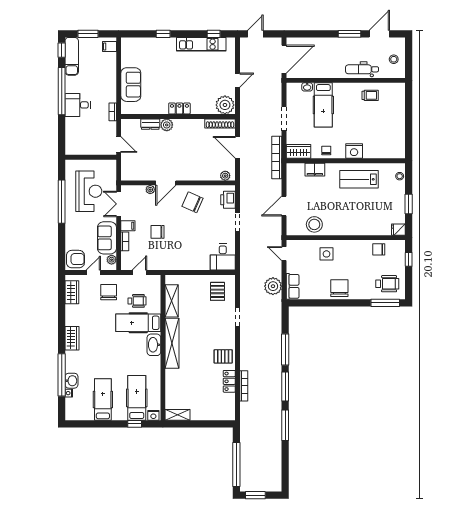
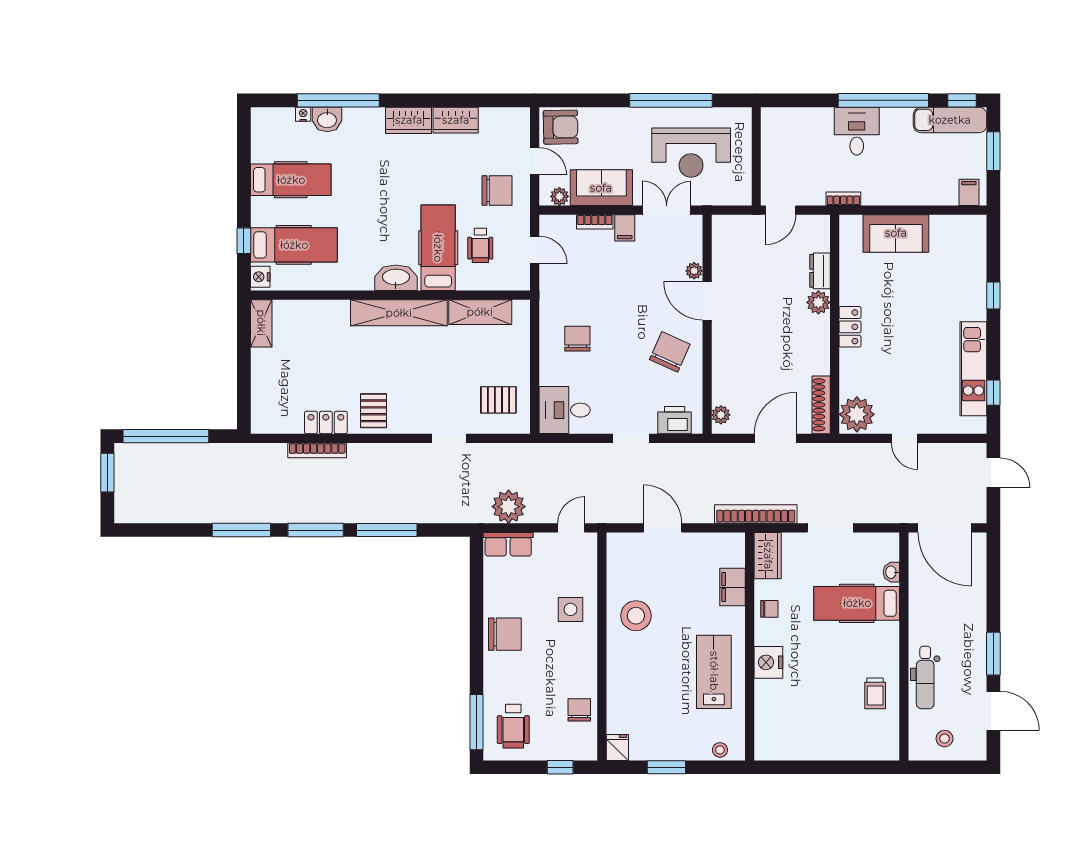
dental chair: (362, 69) -> (925, 678), turned 180
stool: (314, 224) -> (636, 616), moved
chair: (158, 232) -> (577, 339), moved
armchair: (75, 259) -> (561, 127), turned -91
wardrobe: (72, 292) -> (456, 120), moved

